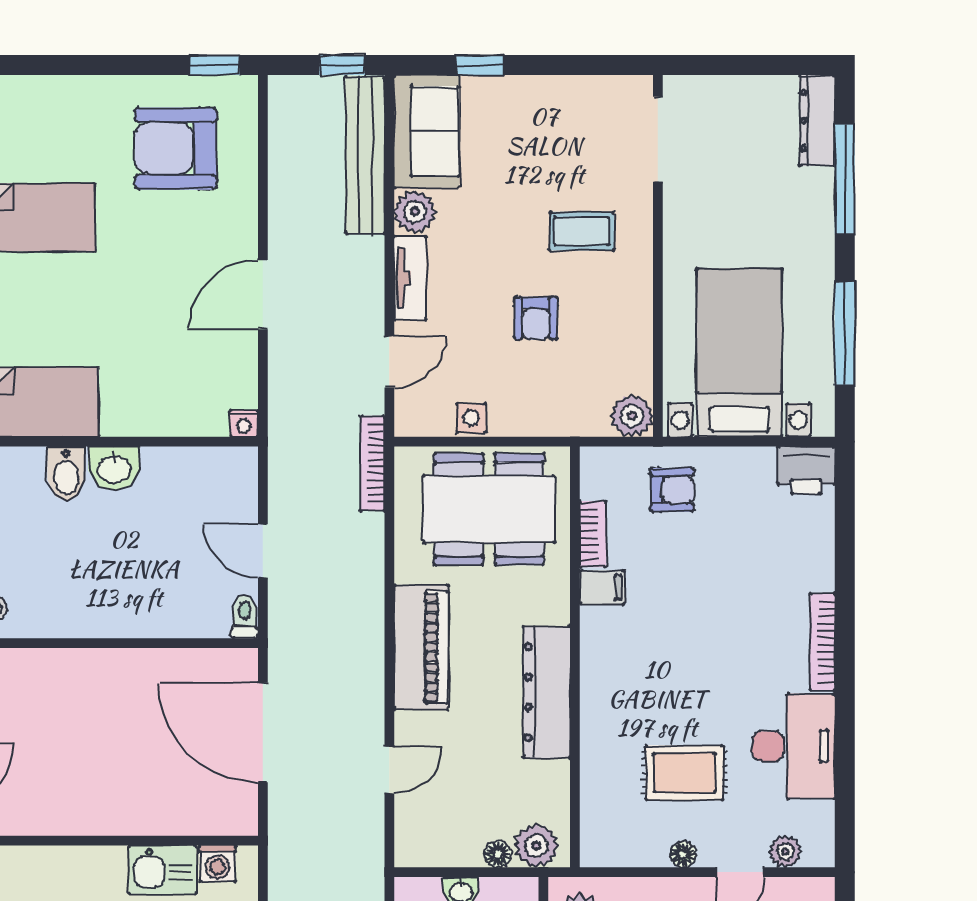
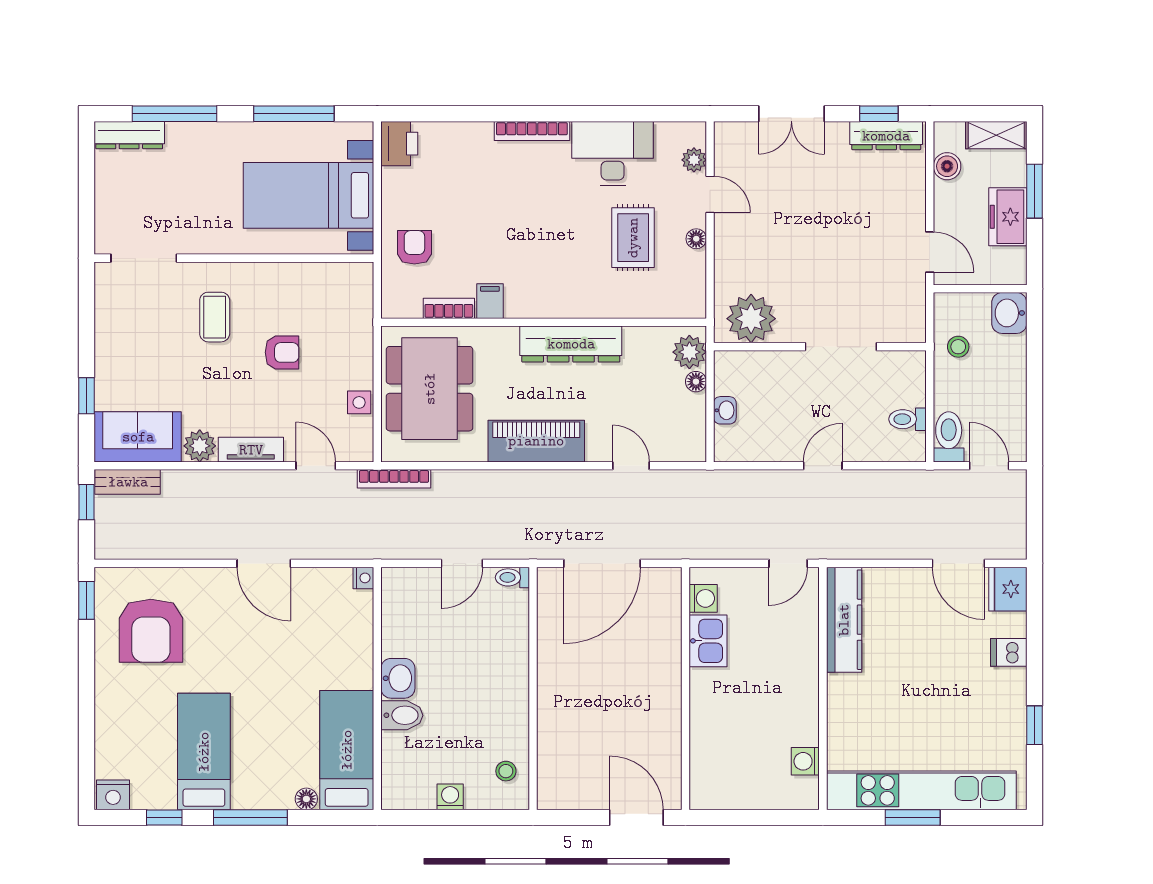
bench: (365, 155) -> (128, 482), width x0.54, depth x0.82
plant: (632, 416) -> (357, 278), removed

